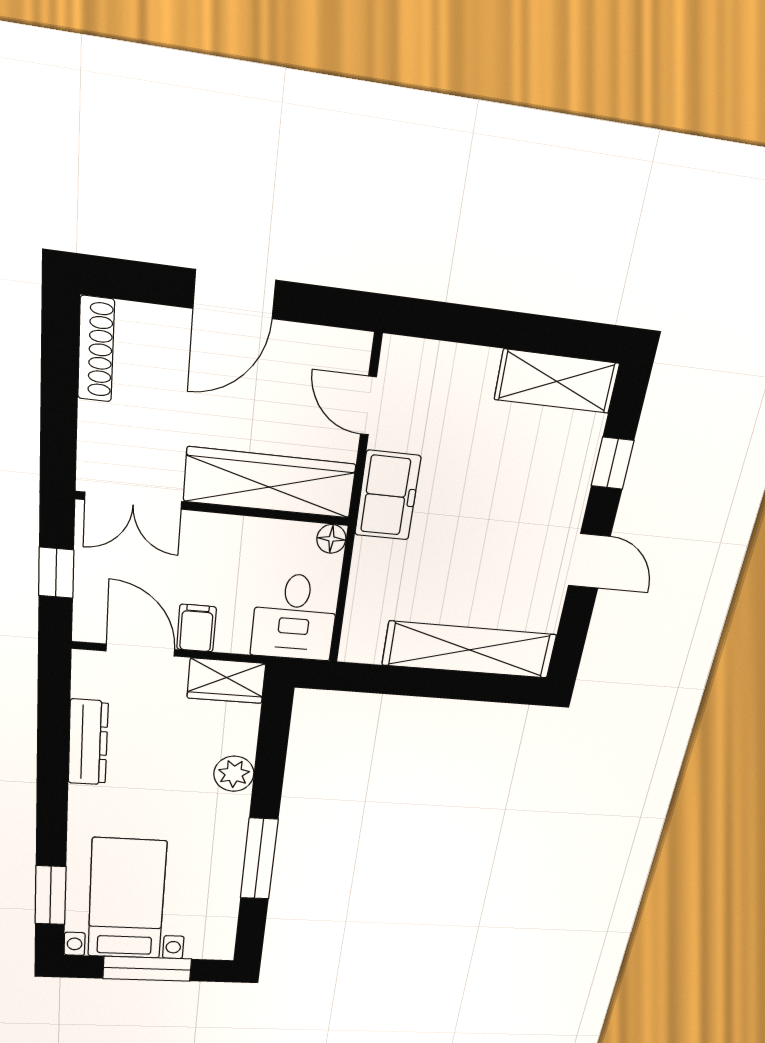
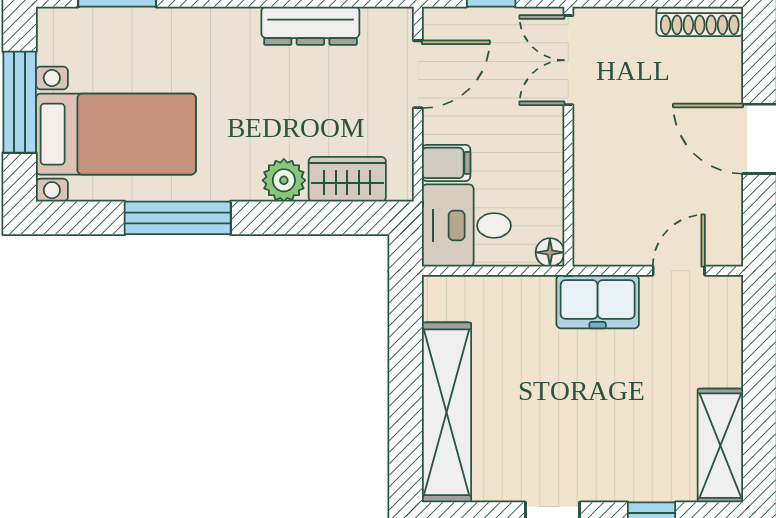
wardrobe: (270, 483) -> (598, 187), removed
filing cabinet: (197, 628) -> (446, 163), moved
wardrobe: (226, 681) -> (347, 179), moved, turned 90
bed with nightstands: (127, 899) -> (116, 134), moved

